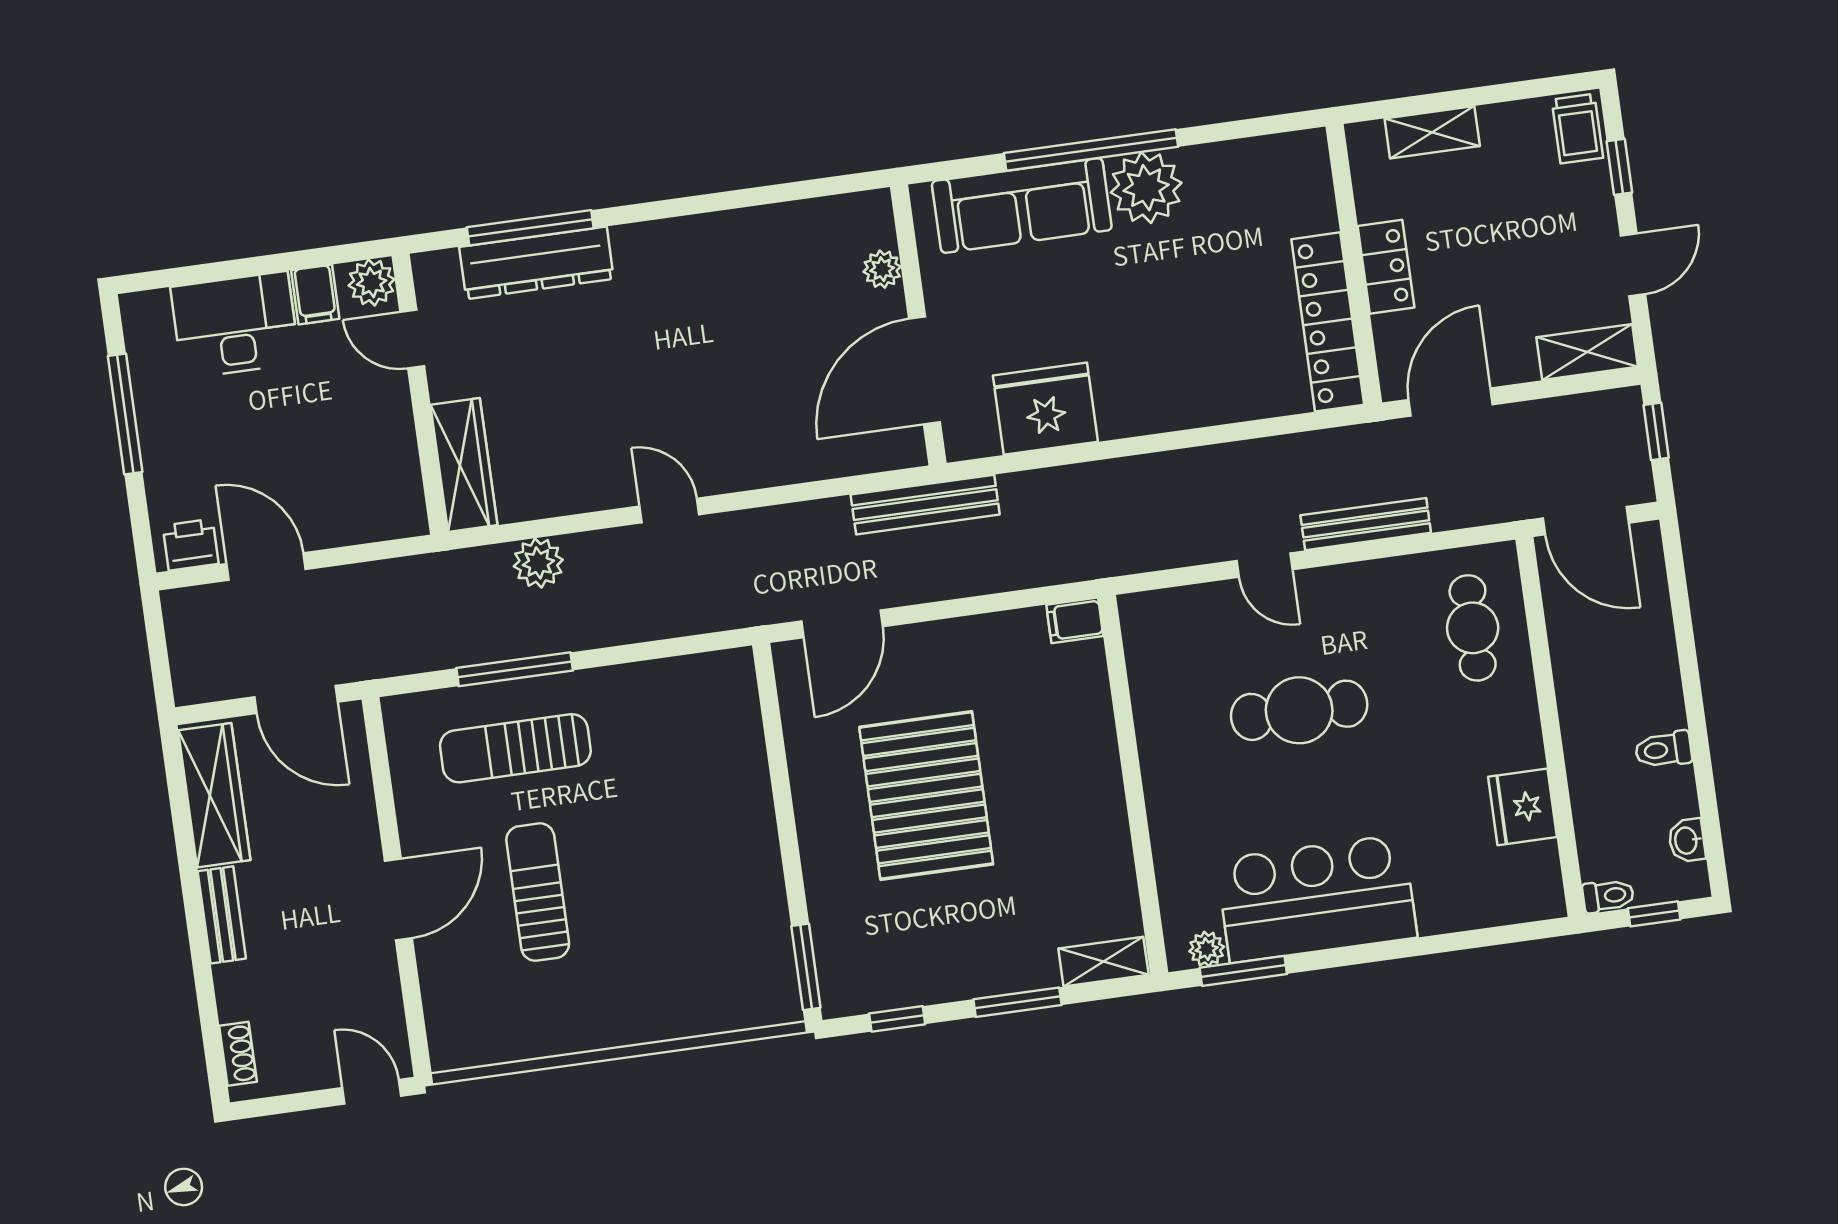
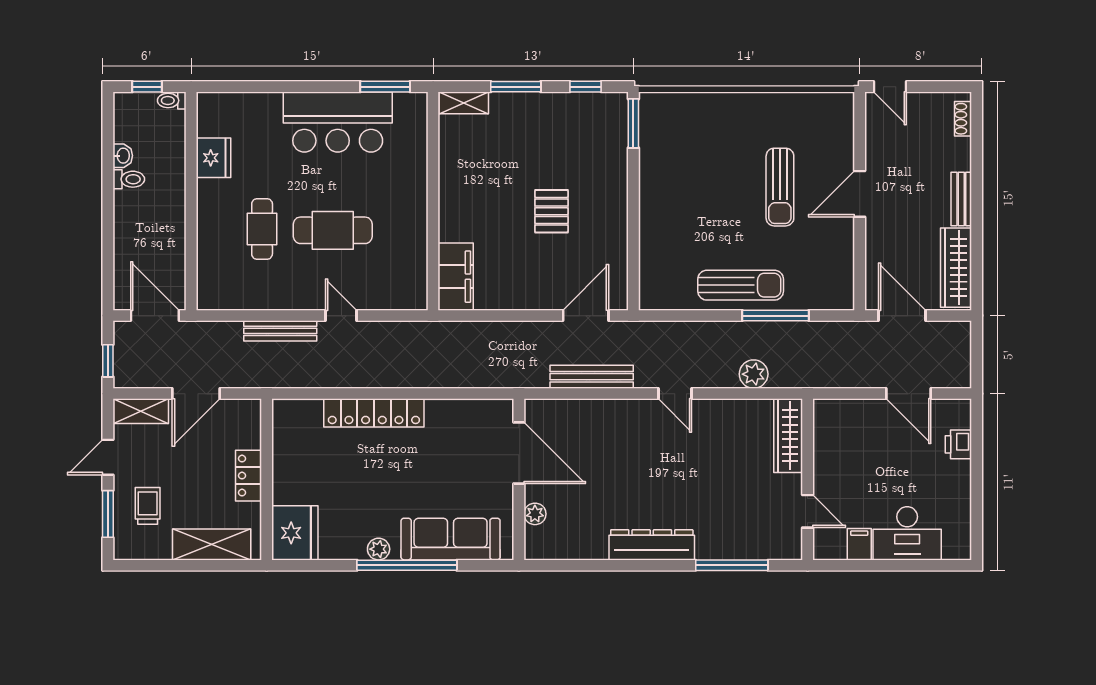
trolley: (1577, 129) -> (148, 506), moved
shelving: (1432, 132) -> (212, 544), width x1.50, depth x1.33
window: (1619, 167) -> (108, 514), width x1.50
plant: (1146, 188) -> (379, 549), width x0.53, depth x0.53
dresser: (536, 263) -> (652, 545), moved
plant: (372, 282) -> (826, 547), removed
locker: (1328, 322) -> (374, 413), moved, turned 90
door: (925, 371) -> (519, 453), hinge flipped
door: (1451, 402) -> (196, 394), moved
fridge: (1045, 409) -> (295, 533), moved, turned -90
window: (125, 414) -> (977, 491), removed
bench: (925, 505) -> (592, 377), moved
printer: (191, 545) -> (958, 444), moved, turned 90
filing cabinet: (1075, 620) -> (456, 277), width x3.00, depth x1.17
cafe table: (1473, 628) -> (262, 229), moved
sun lounger: (515, 748) -> (741, 285), moved
pallet: (926, 796) -> (551, 211), width x0.49, depth x0.50
washbasin: (1687, 840) -> (123, 156), moved
plant: (1207, 949) -> (404, 102), removed

